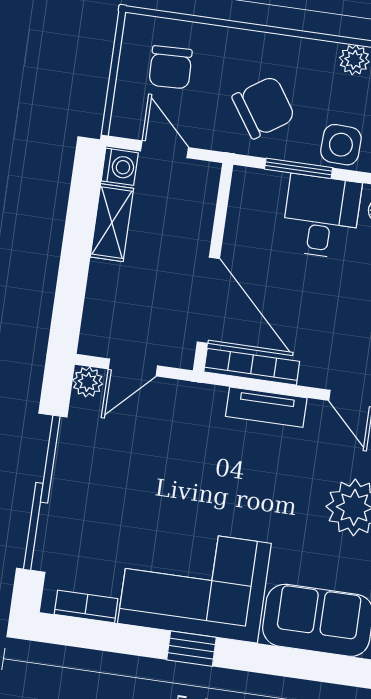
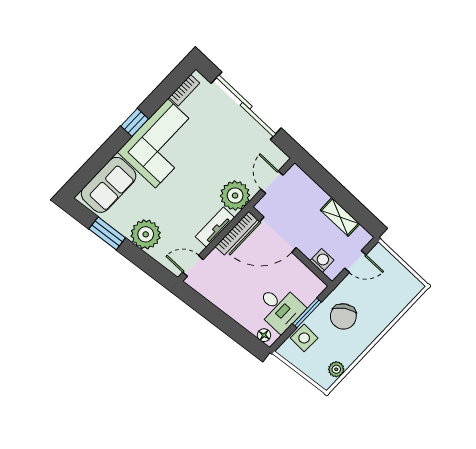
chair: (170, 67) -> (388, 289), removed
washing machine: (120, 167) -> (322, 260), moved, turned 180
plant: (88, 382) -> (235, 196), moved, width x1.87, depth x1.87

